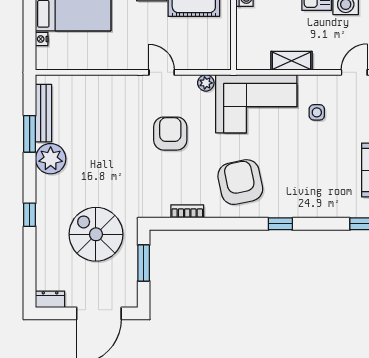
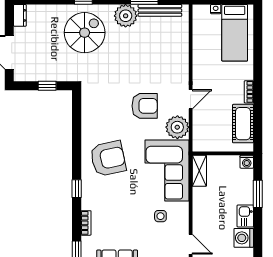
shelving: (291, 61) -> (199, 171), moved
plant: (206, 83) -> (177, 127), width x1.88, depth x1.88
bookcase: (187, 211) -> (86, 223), moved
spiral stairs: (96, 234) -> (85, 33), moved
window: (144, 263) -> (47, 86), width x0.67

